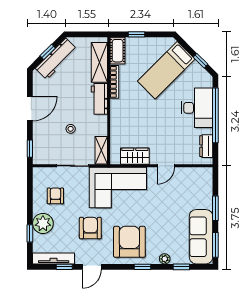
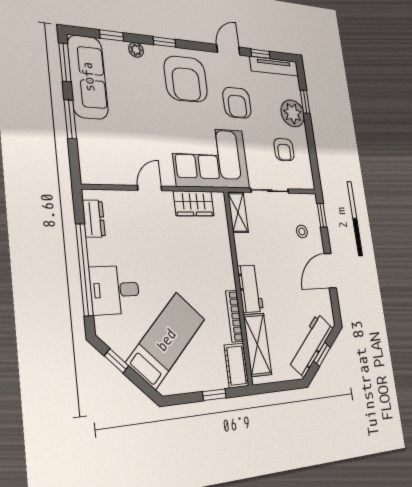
desk: (197, 108) -> (115, 290), width x0.73
stool: (71, 129) -> (302, 231), moved

